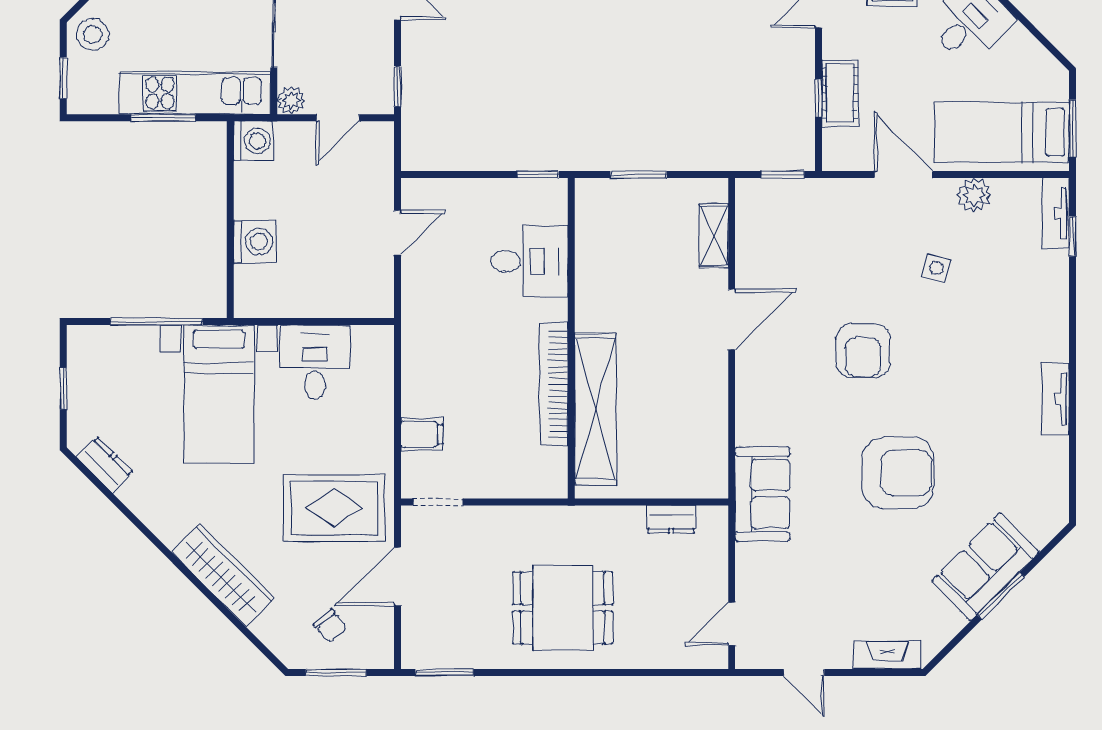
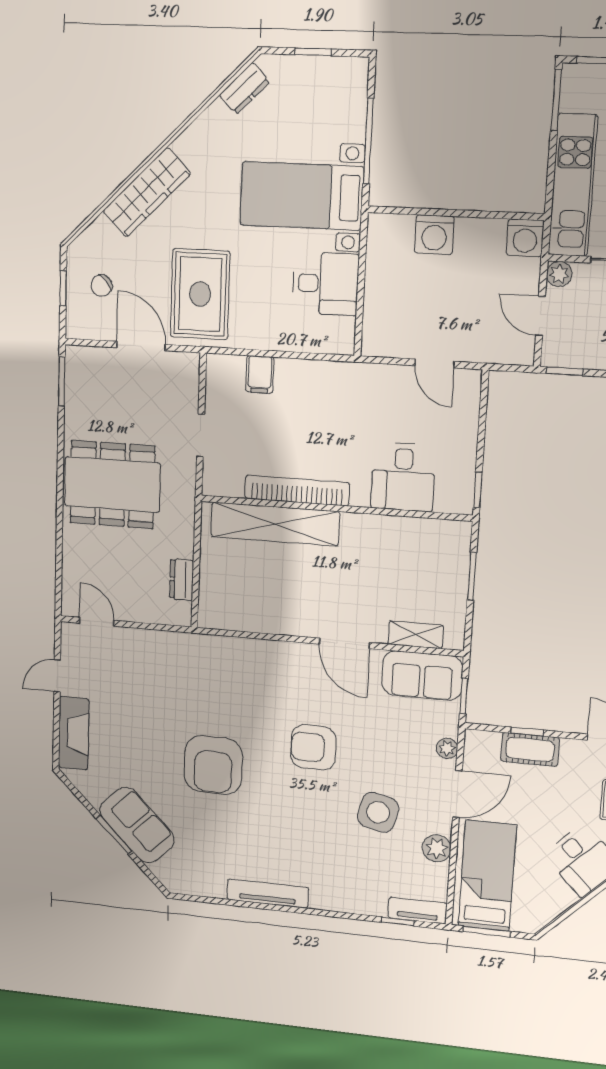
window: (163, 118) -> (556, 100), moved
plant: (848, 190) -> (447, 748), added
side table: (936, 268) -> (378, 812), width x1.87, depth x1.87
tv unit: (1055, 399) -> (268, 894), width x1.41
sofa: (762, 494) -> (422, 676), moved
doorway: (438, 502) -> (201, 435), moved
dining table: (563, 608) -> (112, 485), width x1.37
fireplace: (887, 655) -> (74, 733), width x1.37, depth x1.32
window: (336, 672) -> (63, 288), width x0.67

